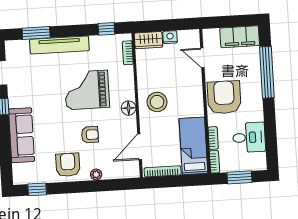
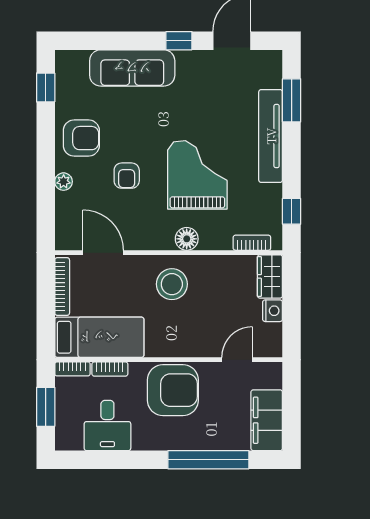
floor lamp: (129, 108) -> (187, 239), moved

